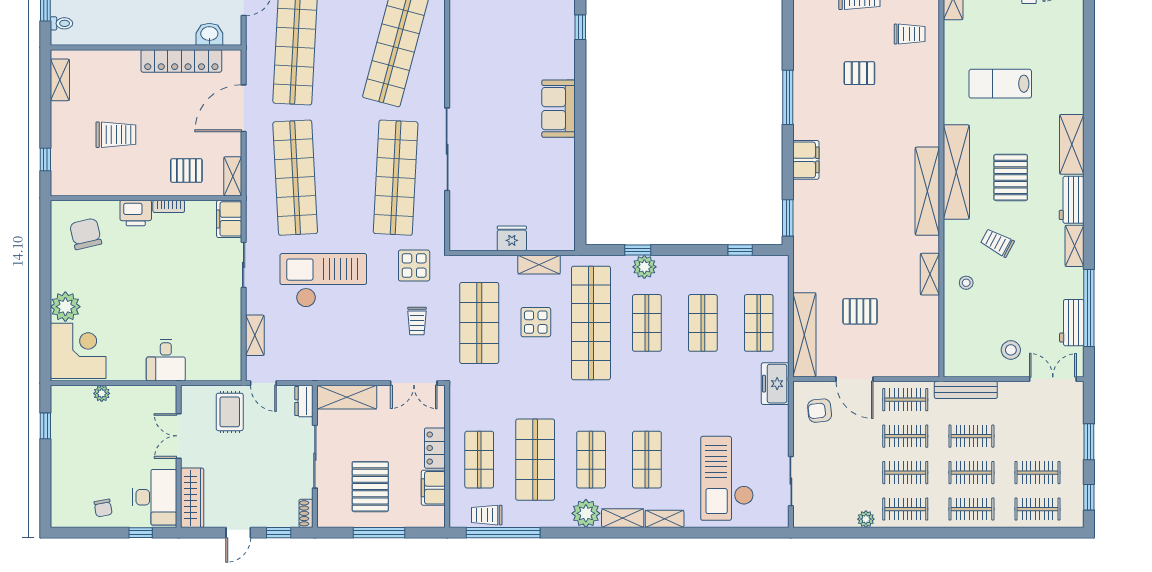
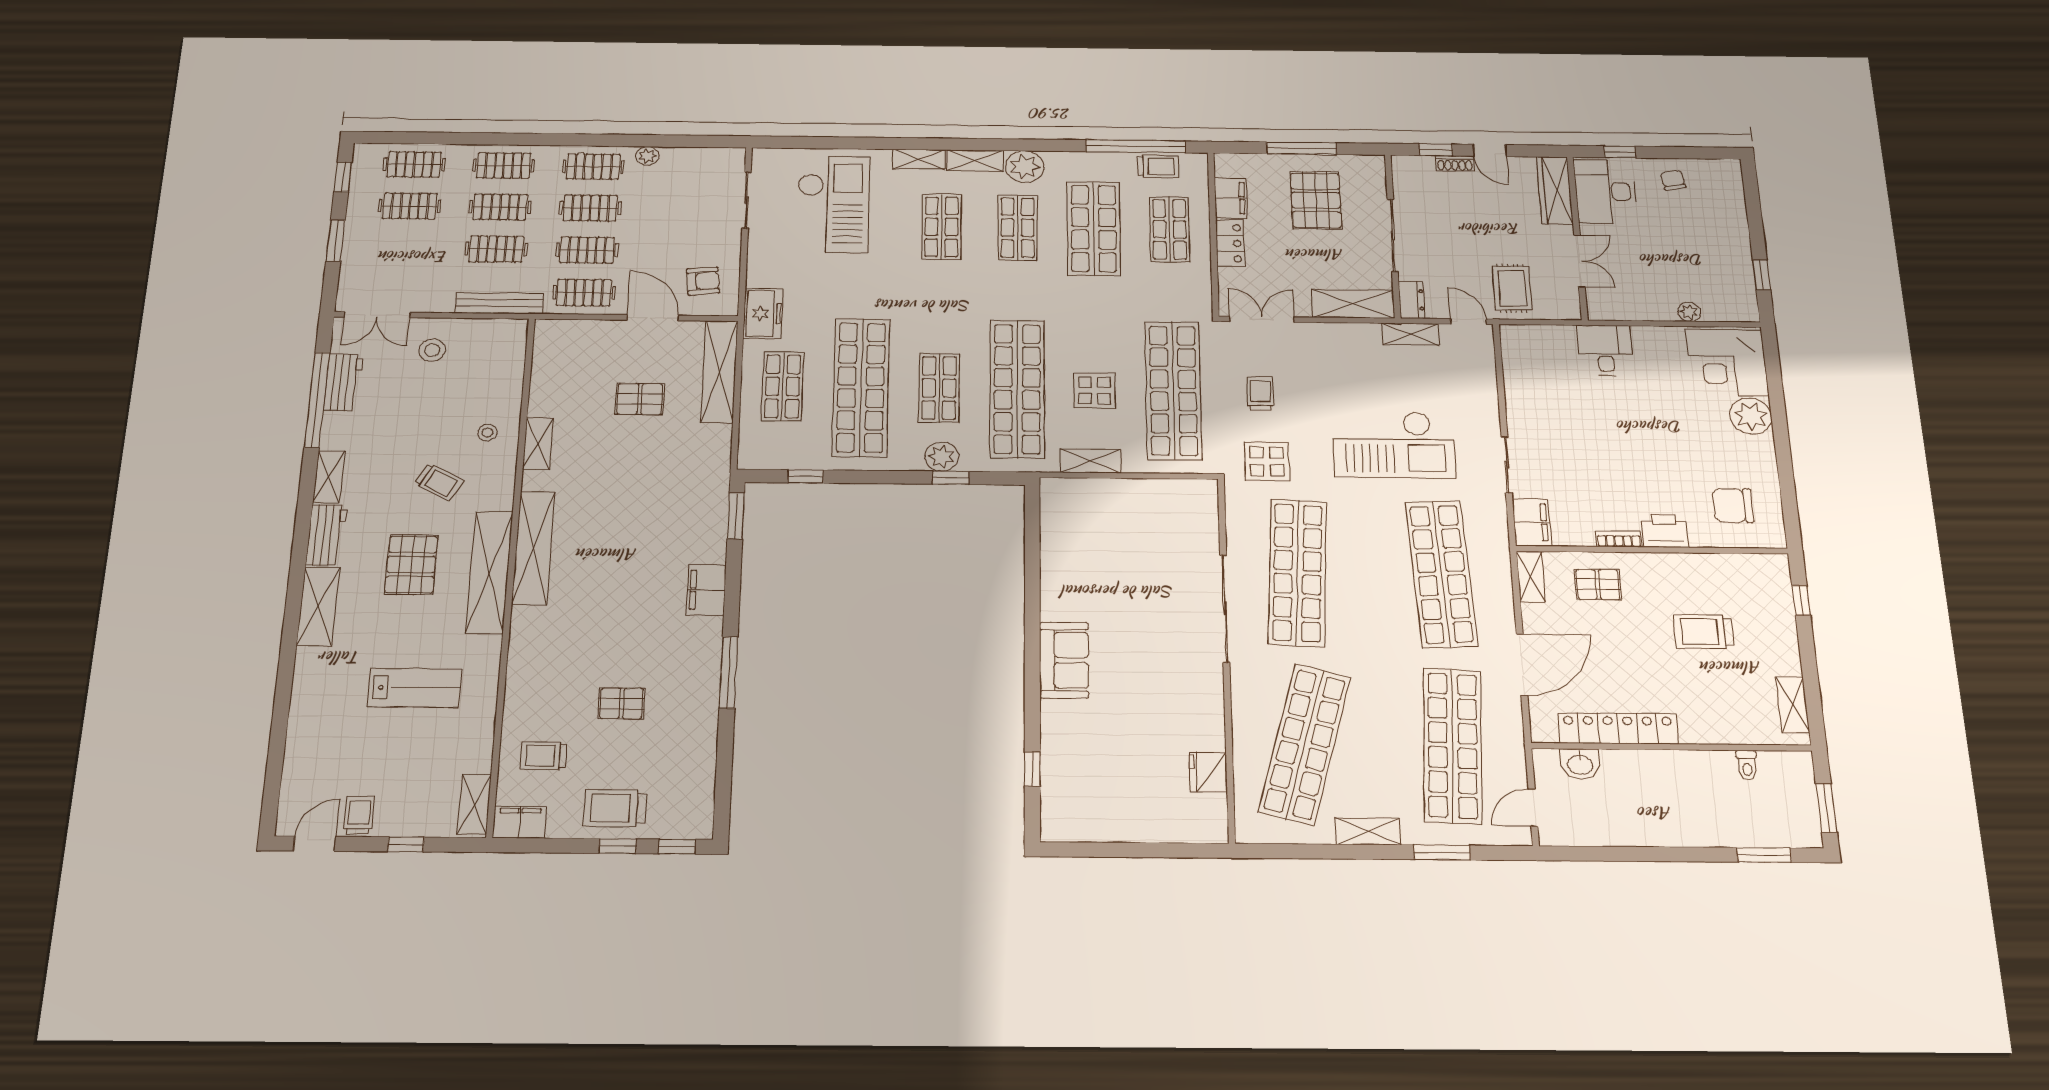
toilet: (61, 23) -> (1747, 765), moved, turned -90
chair: (86, 234) -> (1733, 506), turned 103
fridge: (512, 238) -> (1208, 772), moved, turned 90
shop shelf: (479, 323) -> (1173, 390), width x1.40
shop shelf: (703, 323) -> (861, 387), width x2.00, depth x1.36
shelving: (255, 335) -> (1410, 334), moved, turned 90
shoe rack: (306, 513) -> (1455, 163), moved, turned 90
door: (238, 533) -> (1490, 150), swing flipped

